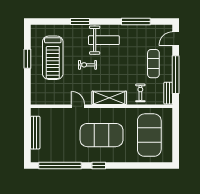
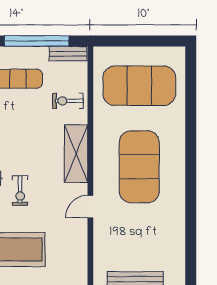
window: (60, 165) -> (191, 237), removed
window: (99, 165) -> (191, 171), removed

